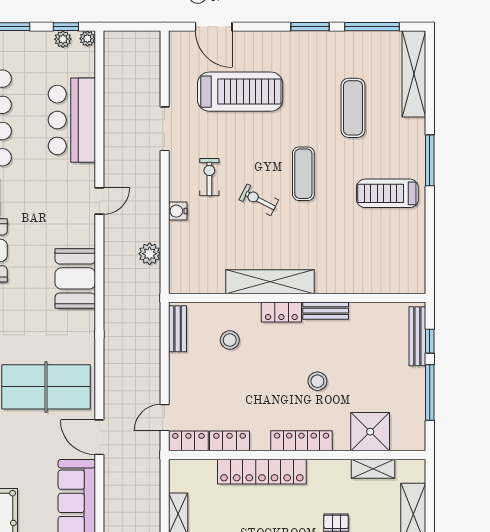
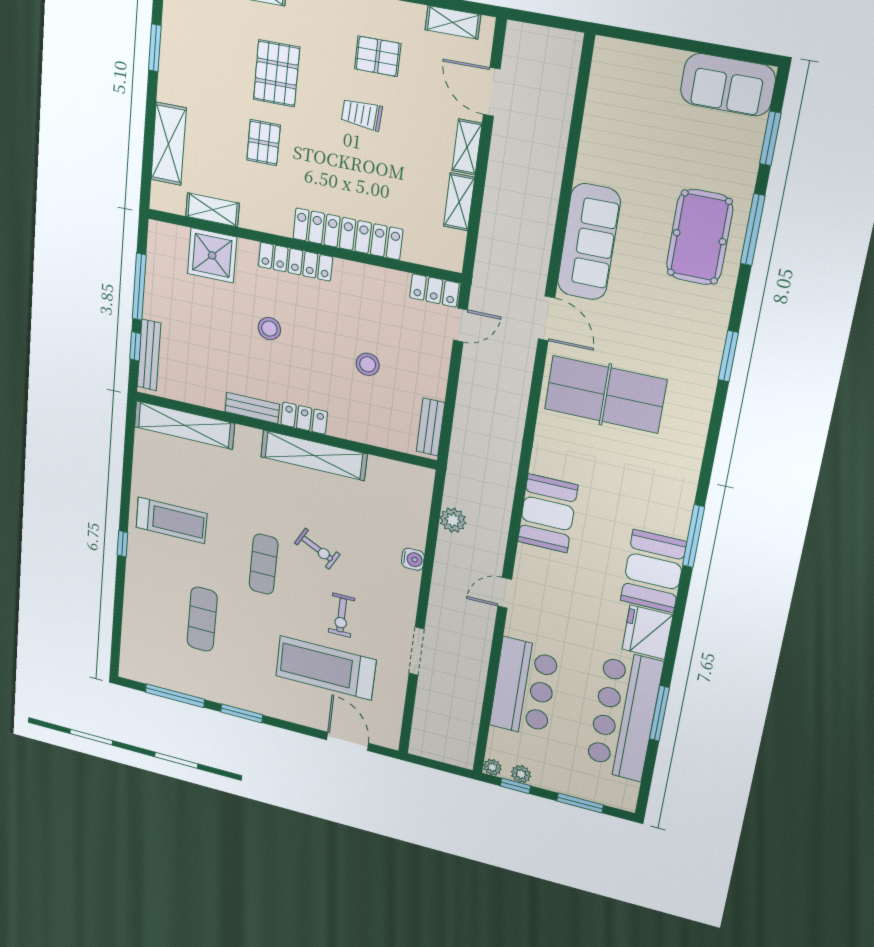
shelving: (414, 74) -> (184, 425), moved, turned 90
window: (430, 160) -> (122, 544), width x0.46
exercise bike: (209, 177) -> (342, 615), moved
stool: (230, 340) -> (368, 364), moved
locker: (230, 441) -> (383, 280), removed

